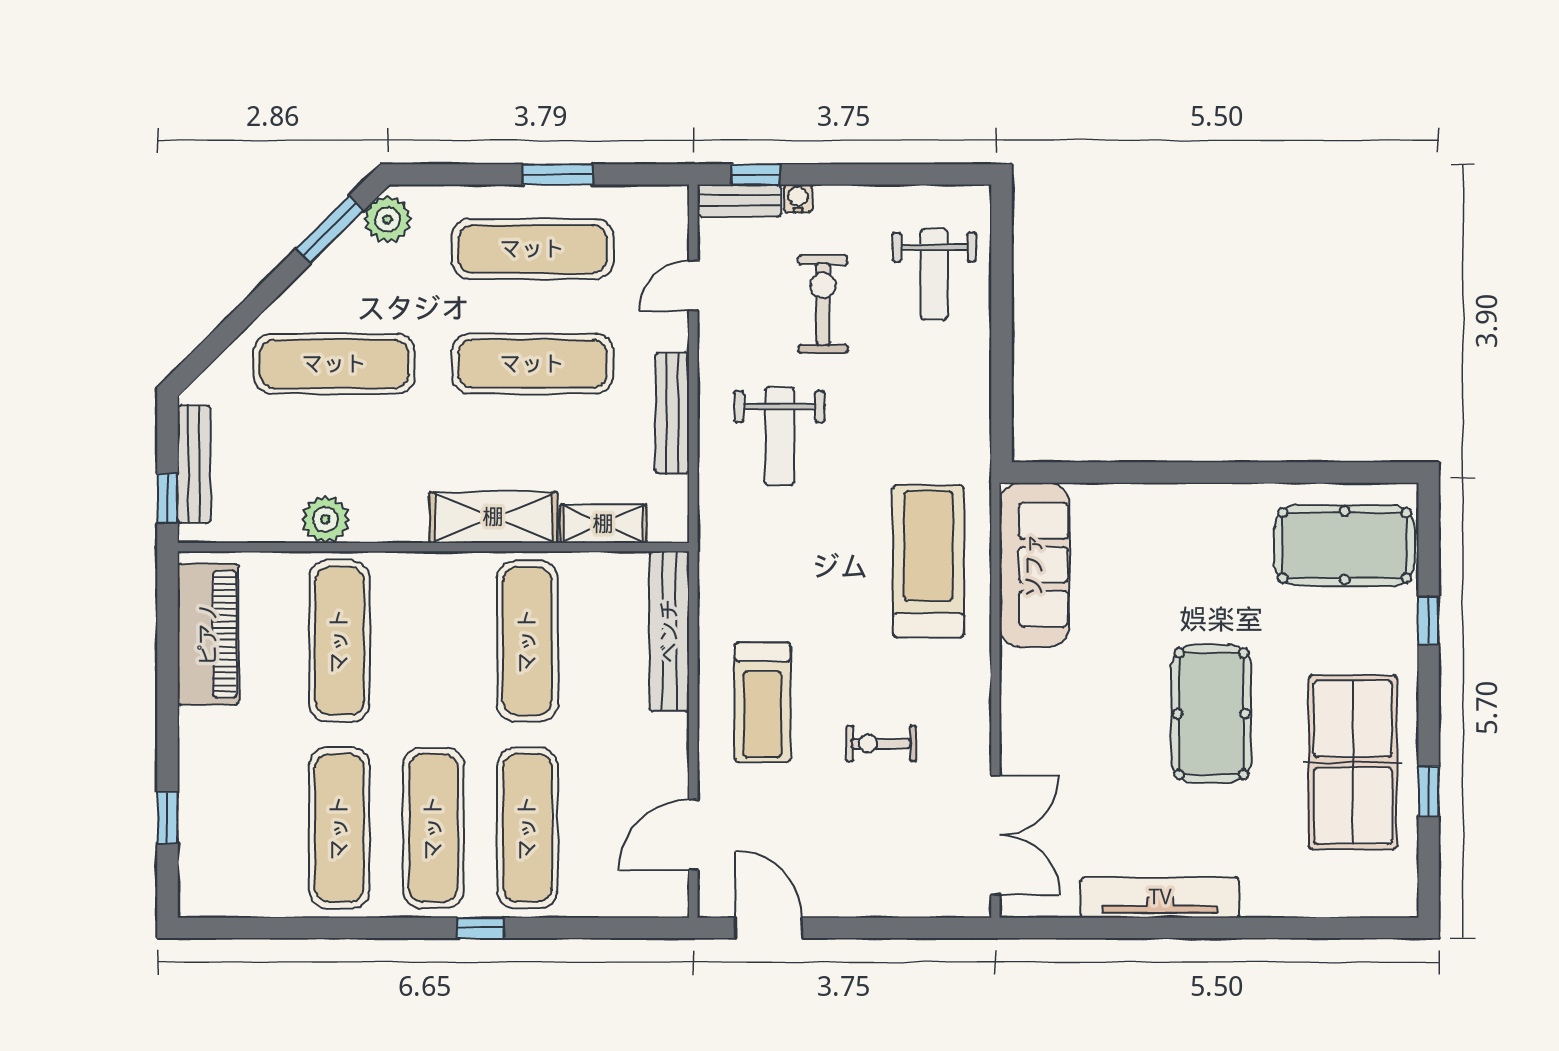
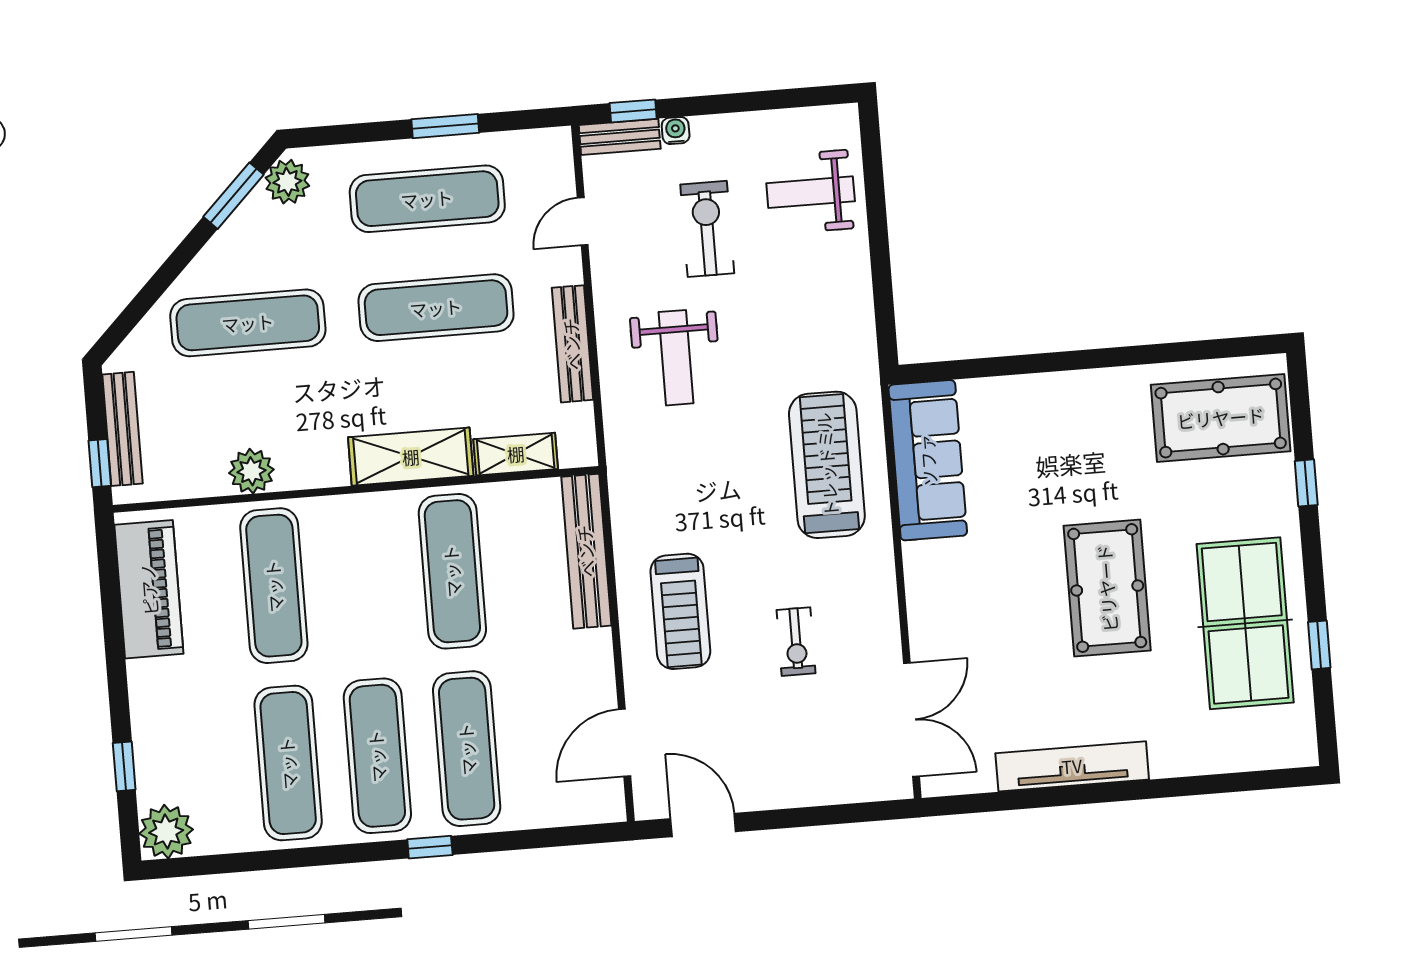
weight bench: (934, 274) -> (811, 192), turned 90
exercise bike: (881, 744) -> (796, 642), turned -90
plant: (206, 889) -> (166, 832), added

